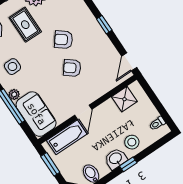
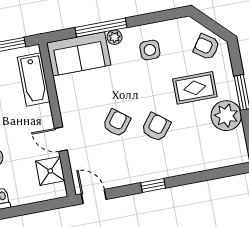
door: (83, 112) -> (61, 139), moved

